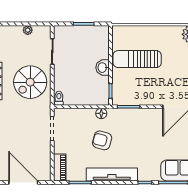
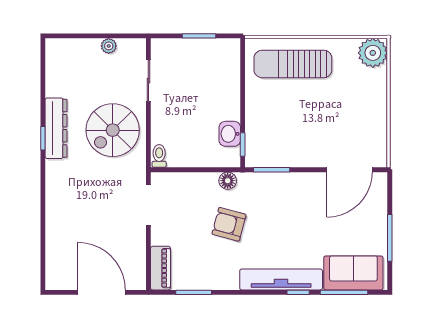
sun lounger: (137, 59) -> (293, 64), moved
washbasin: (103, 68) -> (230, 134), moved
tv unit: (112, 175) -> (281, 279), moved

